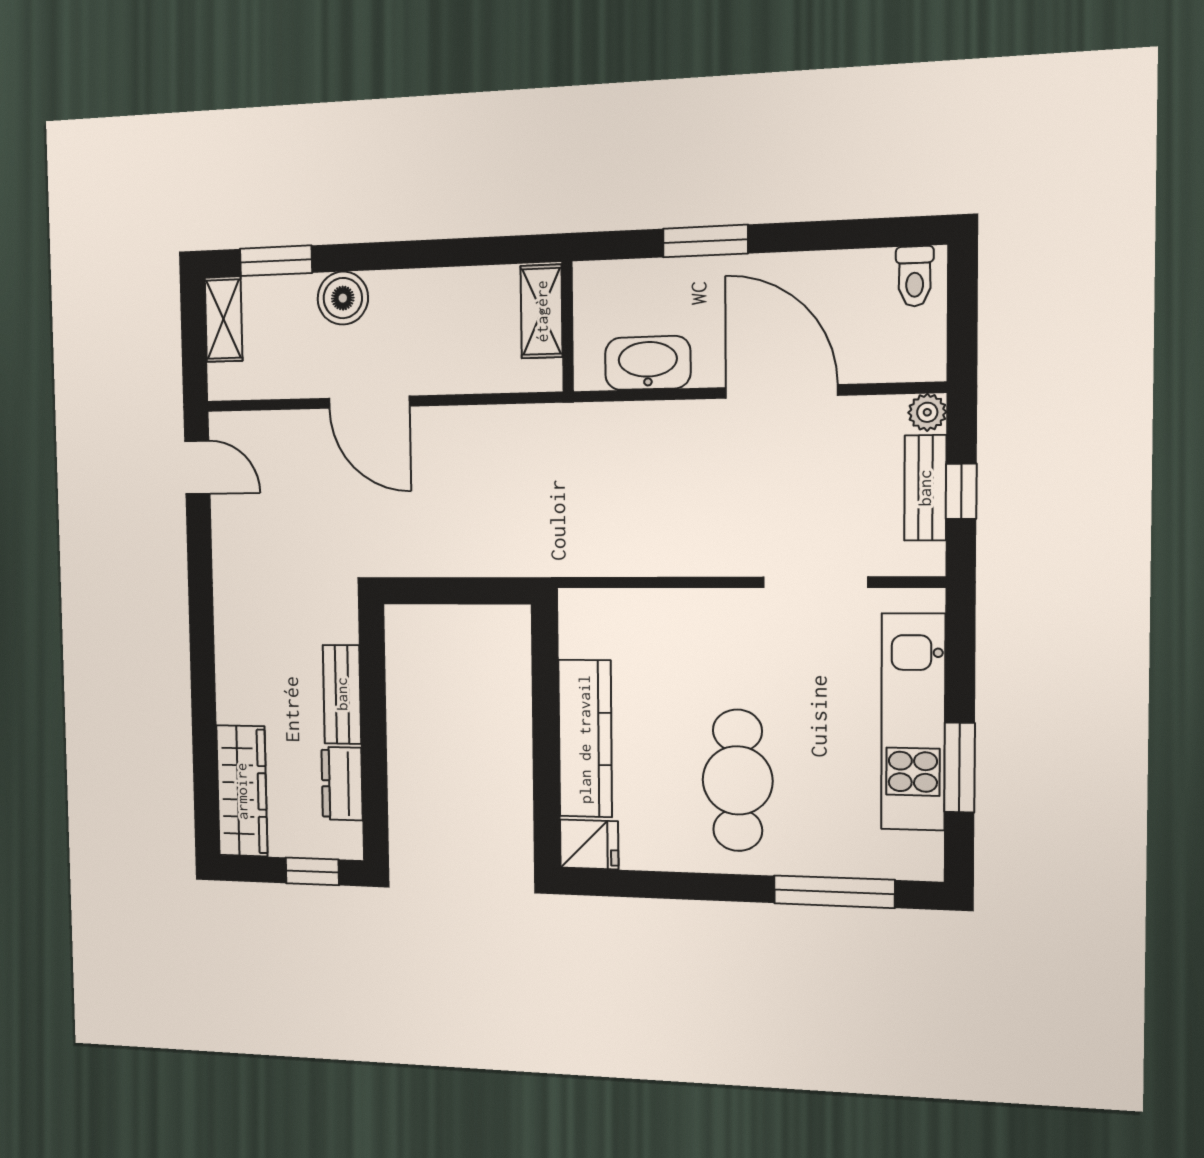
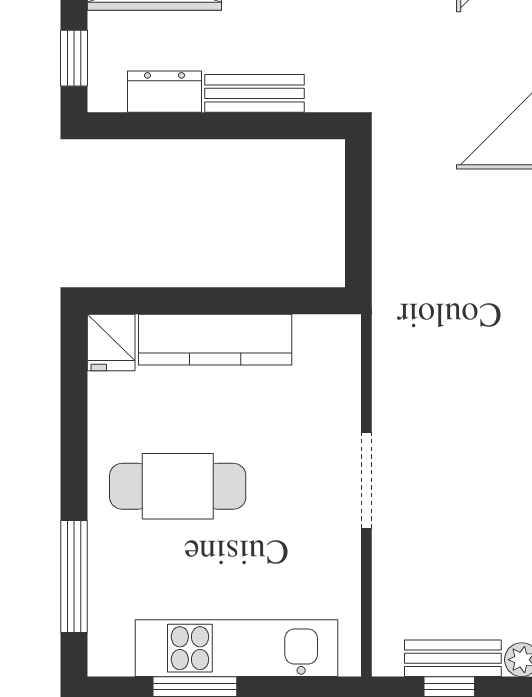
doorway: (816, 582) -> (366, 480), moved

